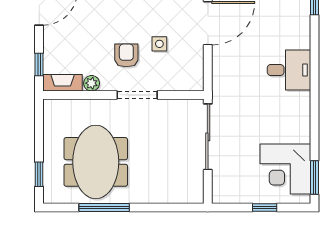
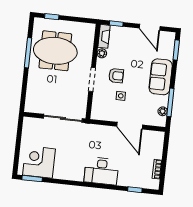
desk: (289, 70) -> (101, 171), width x1.37
window: (265, 207) -> (18, 147), removed

